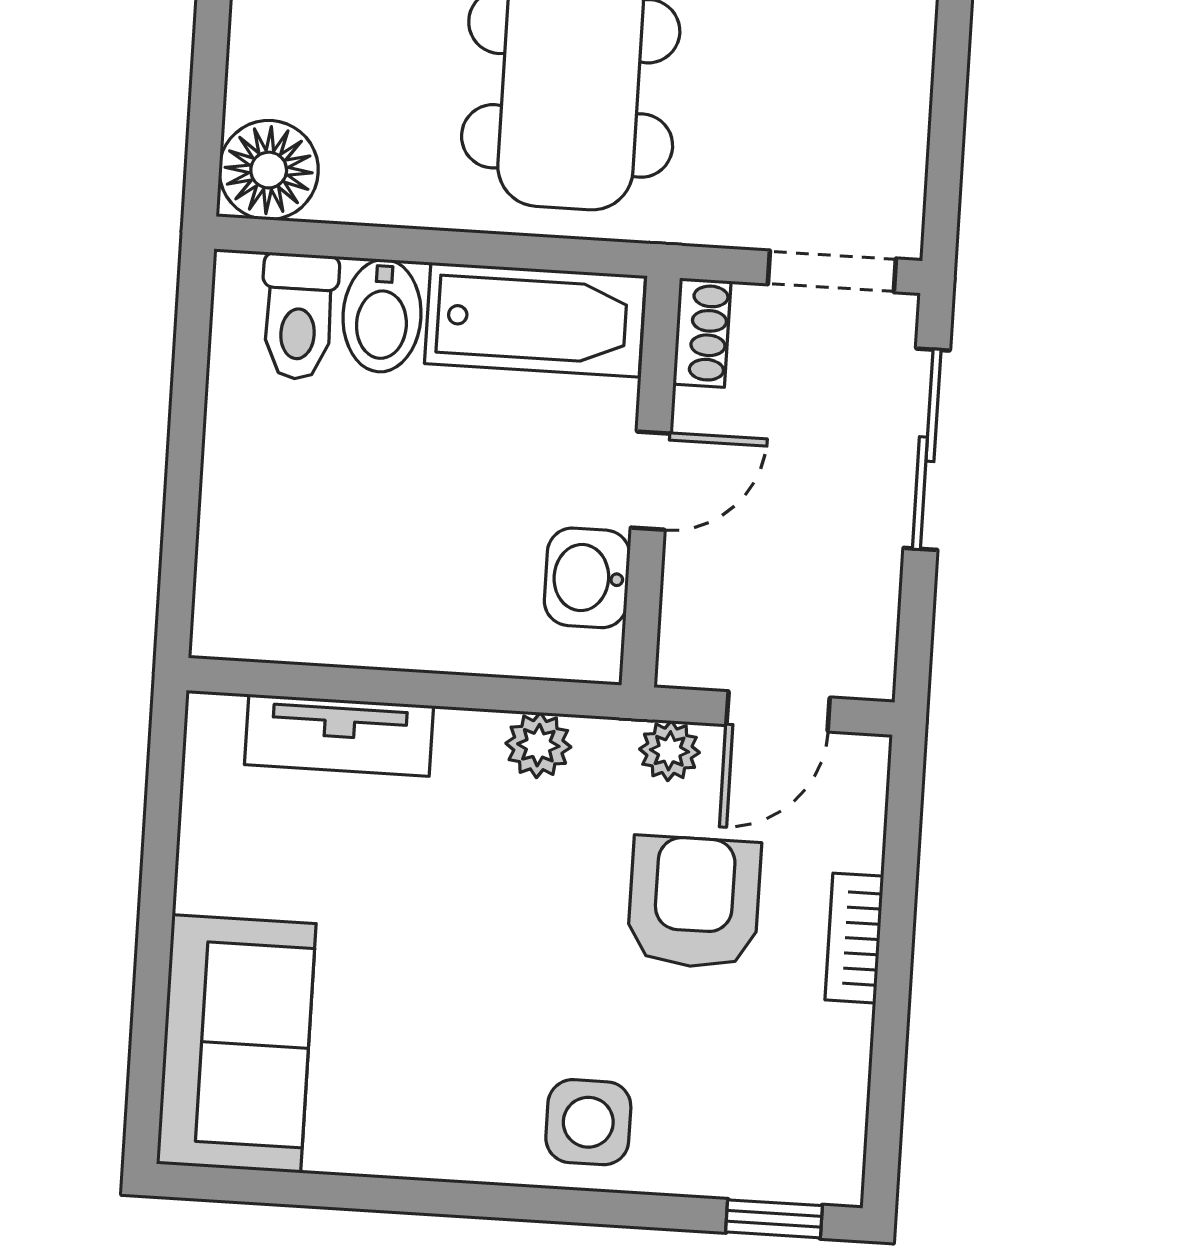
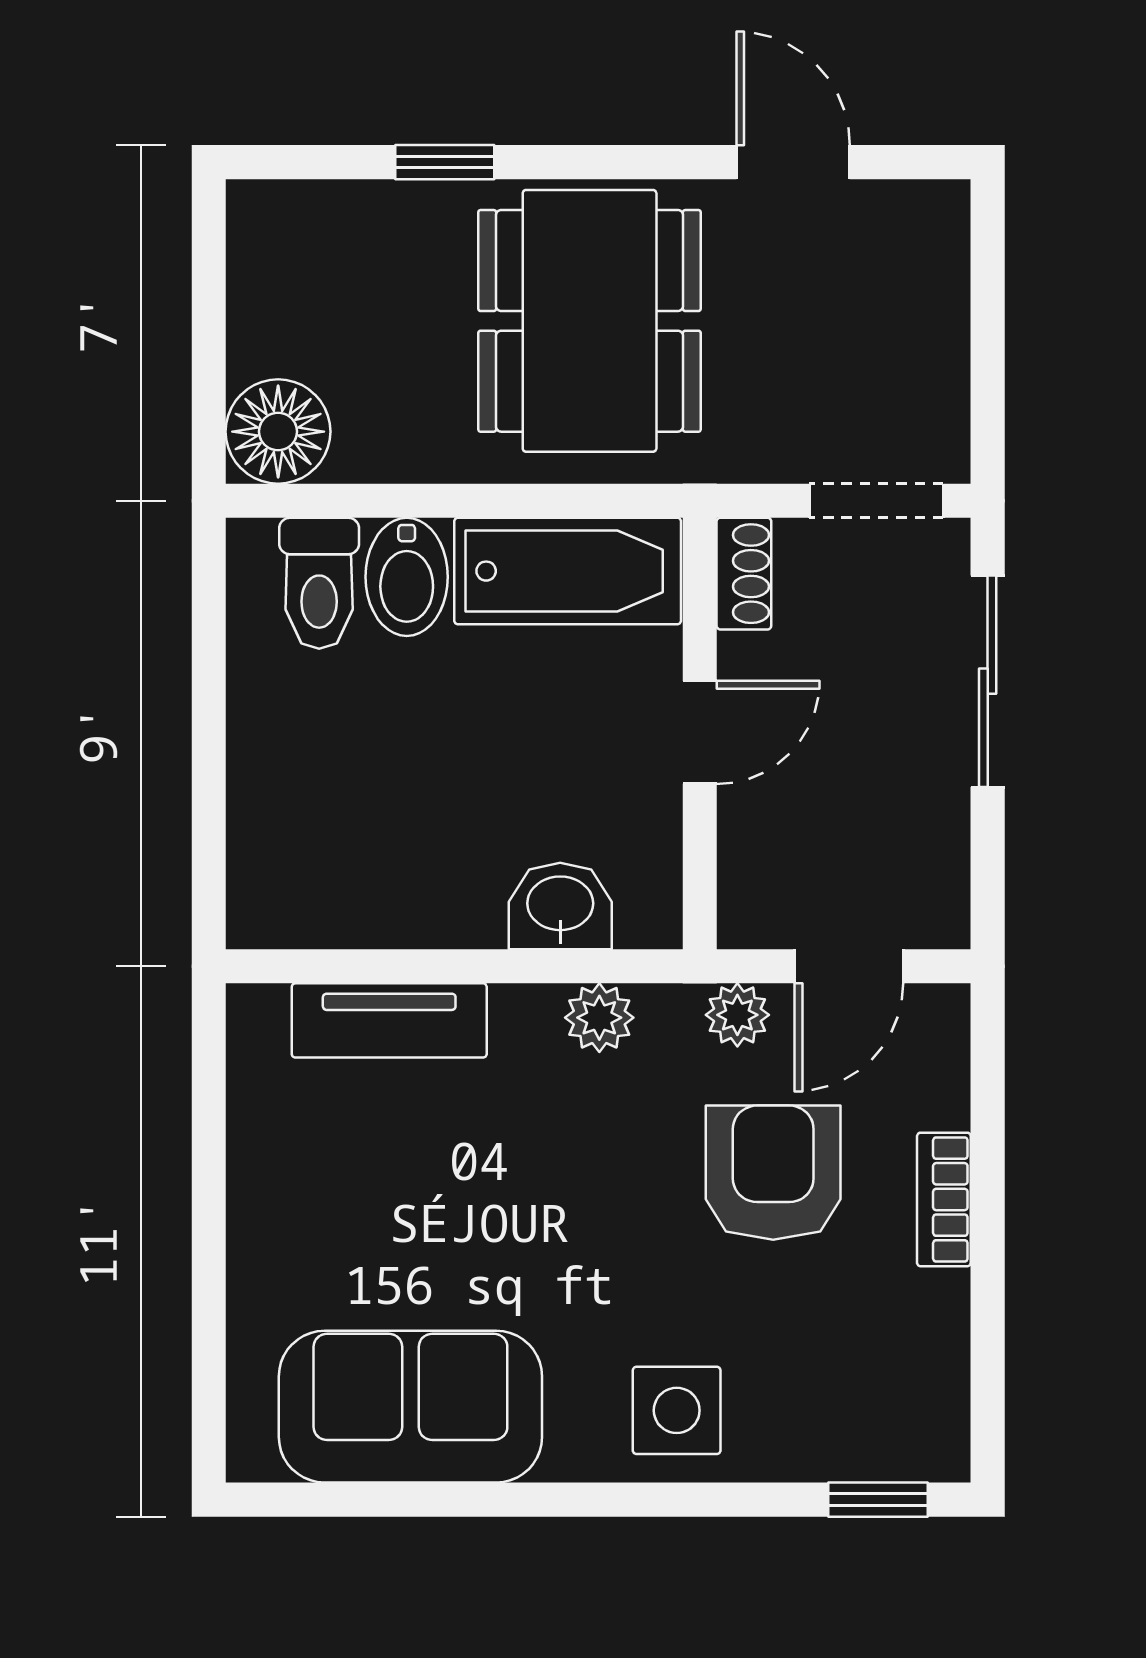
washbasin: (587, 578) -> (560, 906), moved, turned 90
sofa: (236, 1044) -> (410, 1407), moved, turned -90

